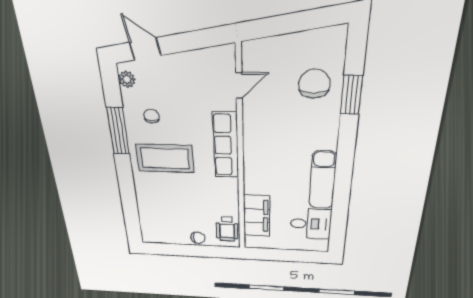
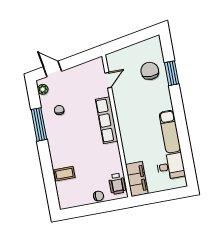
coffee table: (165, 158) -> (64, 174), moved, width x0.54, depth x0.58
filing cabinet: (257, 216) -> (137, 179), moved

